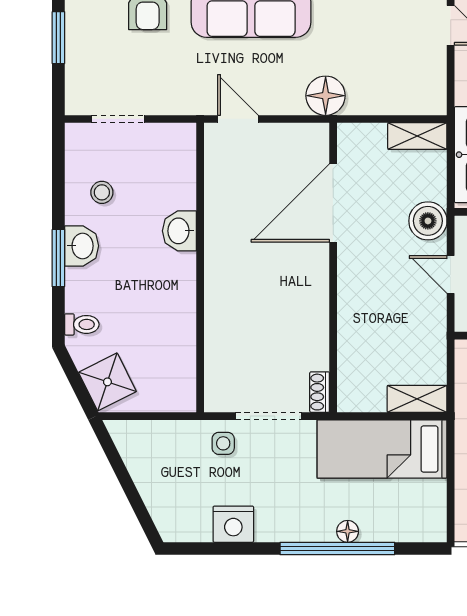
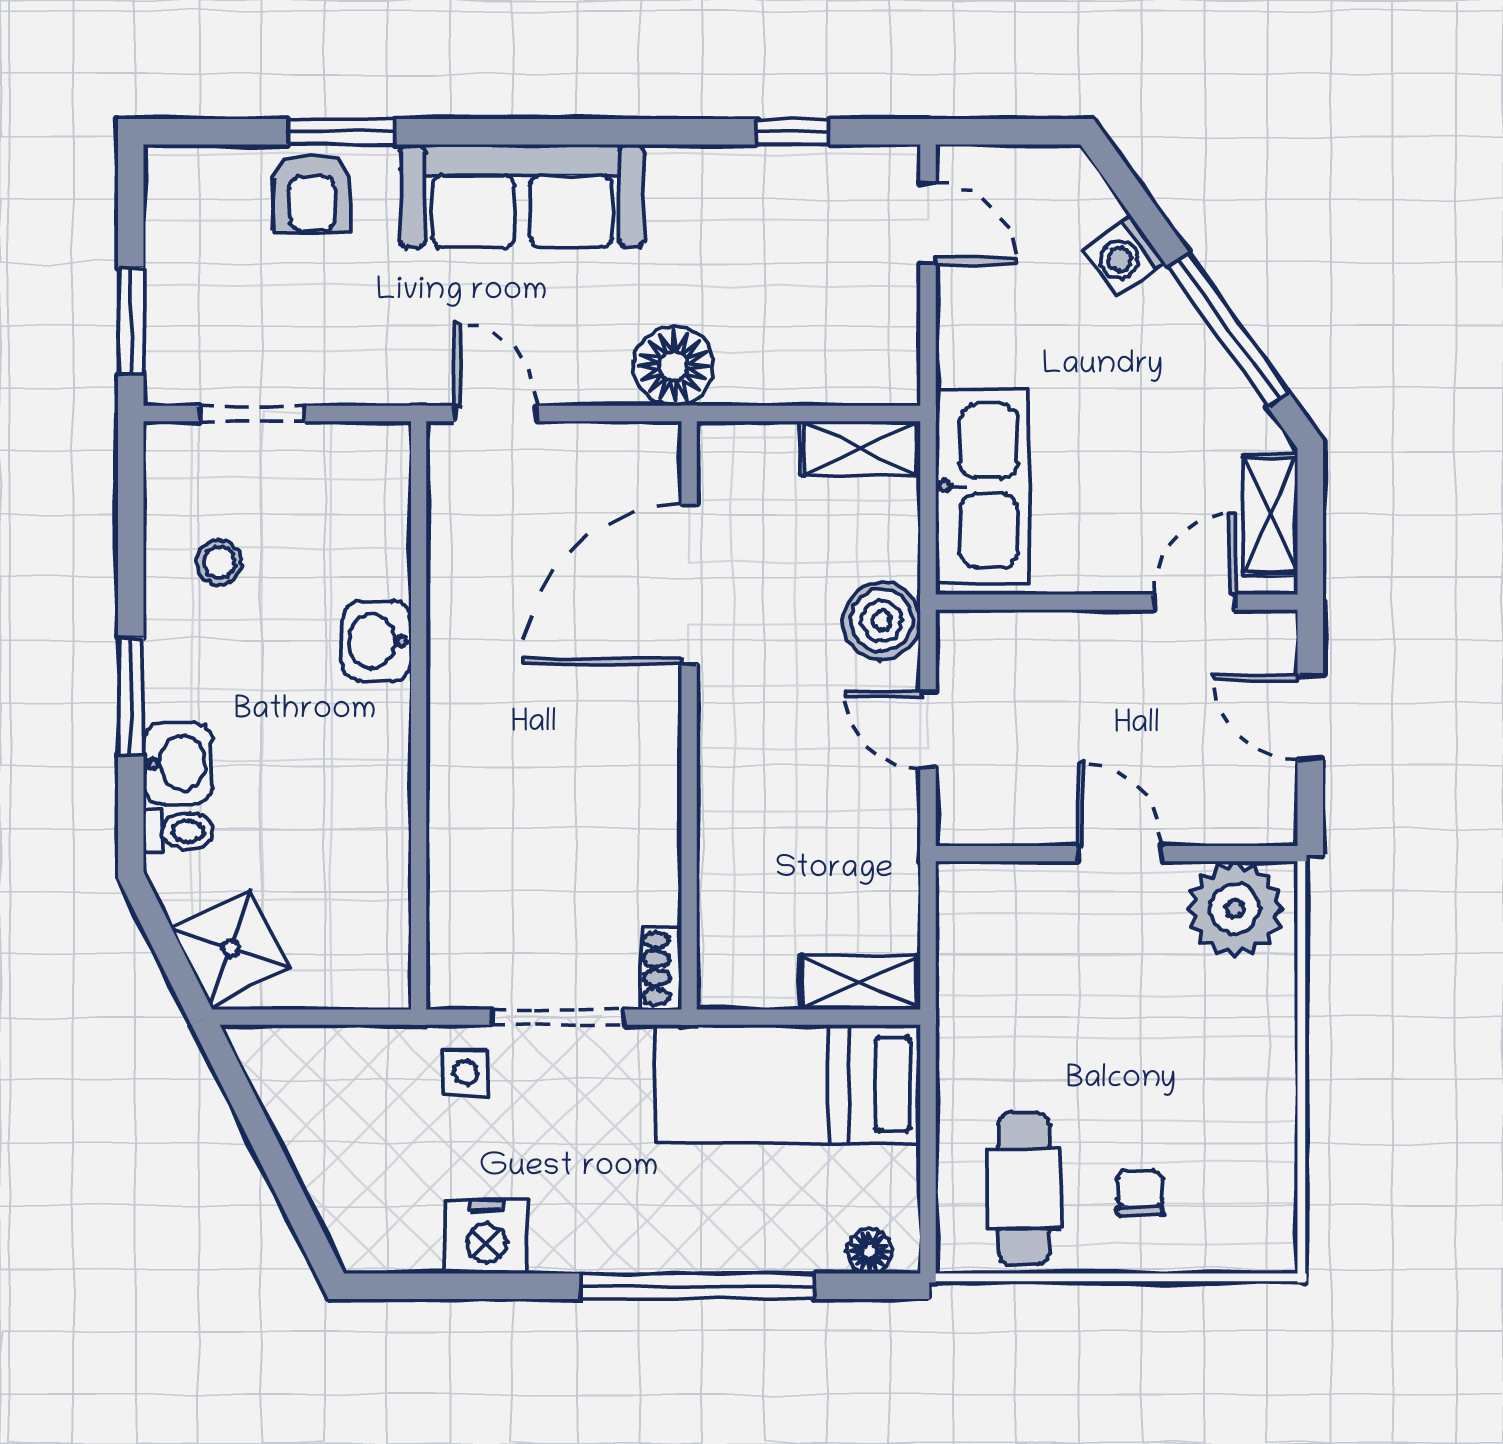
window: (58, 38) -> (131, 320), moved
washbasin: (82, 246) -> (178, 764), moved
floor lamp: (348, 531) -> (869, 1251), moved

